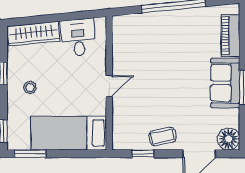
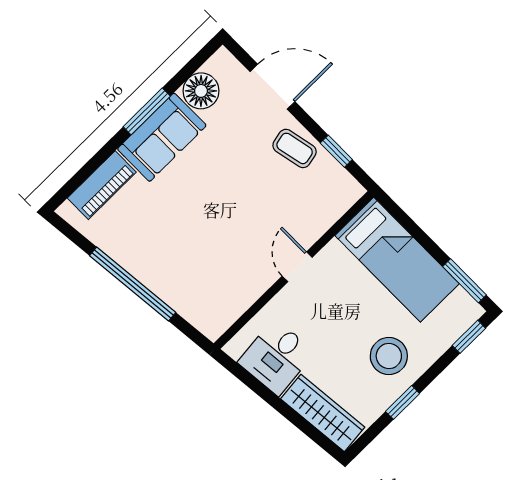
door: (109, 86) -> (297, 267), hinge flipped
stool: (30, 88) -> (389, 356), width x1.89, depth x1.89
floor lamp: (229, 139) -> (201, 91), moved

